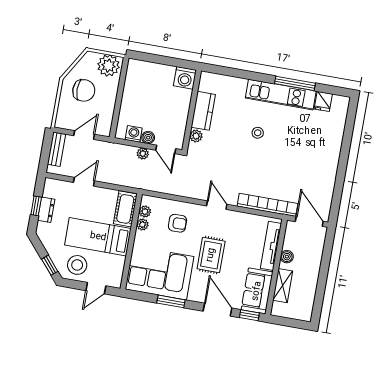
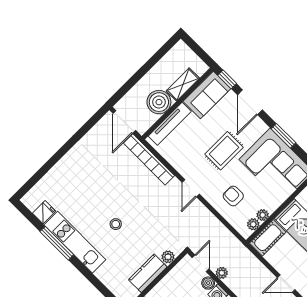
boiler: (287, 257) -> (159, 102), width x1.86, depth x1.86

